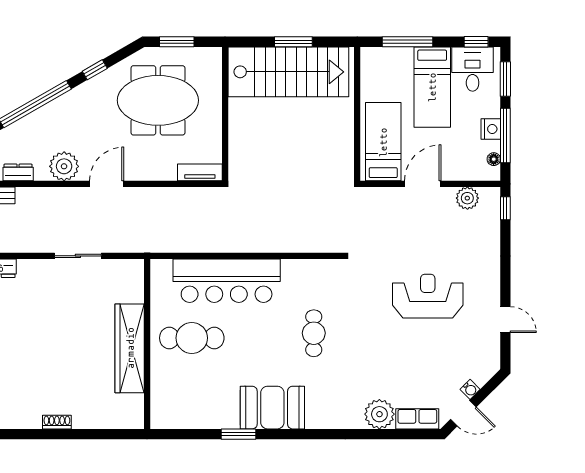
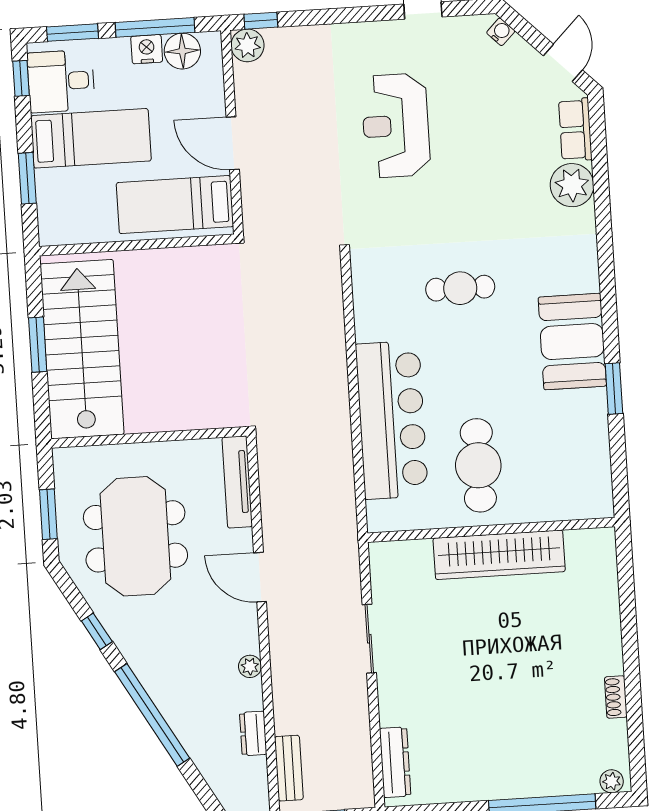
window: (408, 42) -> (27, 178), width x0.69
floor lamp: (494, 159) -> (182, 51), width x1.89, depth x1.89
plant: (64, 166) -> (250, 666), width x0.53, depth x0.53
tv unit: (200, 172) -> (237, 482), width x1.41
door: (107, 184) -> (260, 577), moved
plant: (467, 198) -> (248, 45), moved
water cooler: (470, 389) -> (501, 32), moved
shoe rack: (57, 422) -> (616, 697), moved

